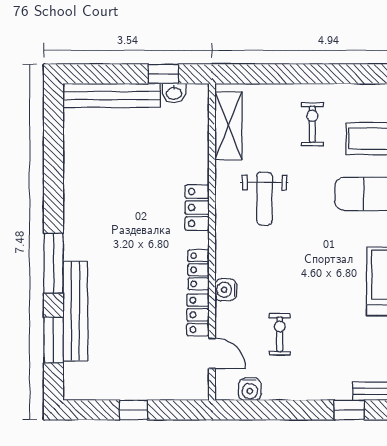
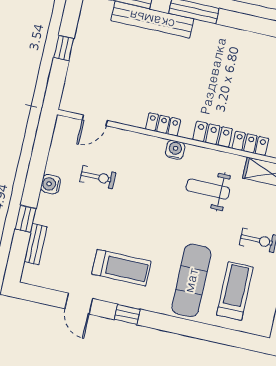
water cooler: (226, 290) -> (175, 150), moved
locker: (198, 315) -> (250, 143), moved
water cooler: (250, 389) -> (51, 184), moved

